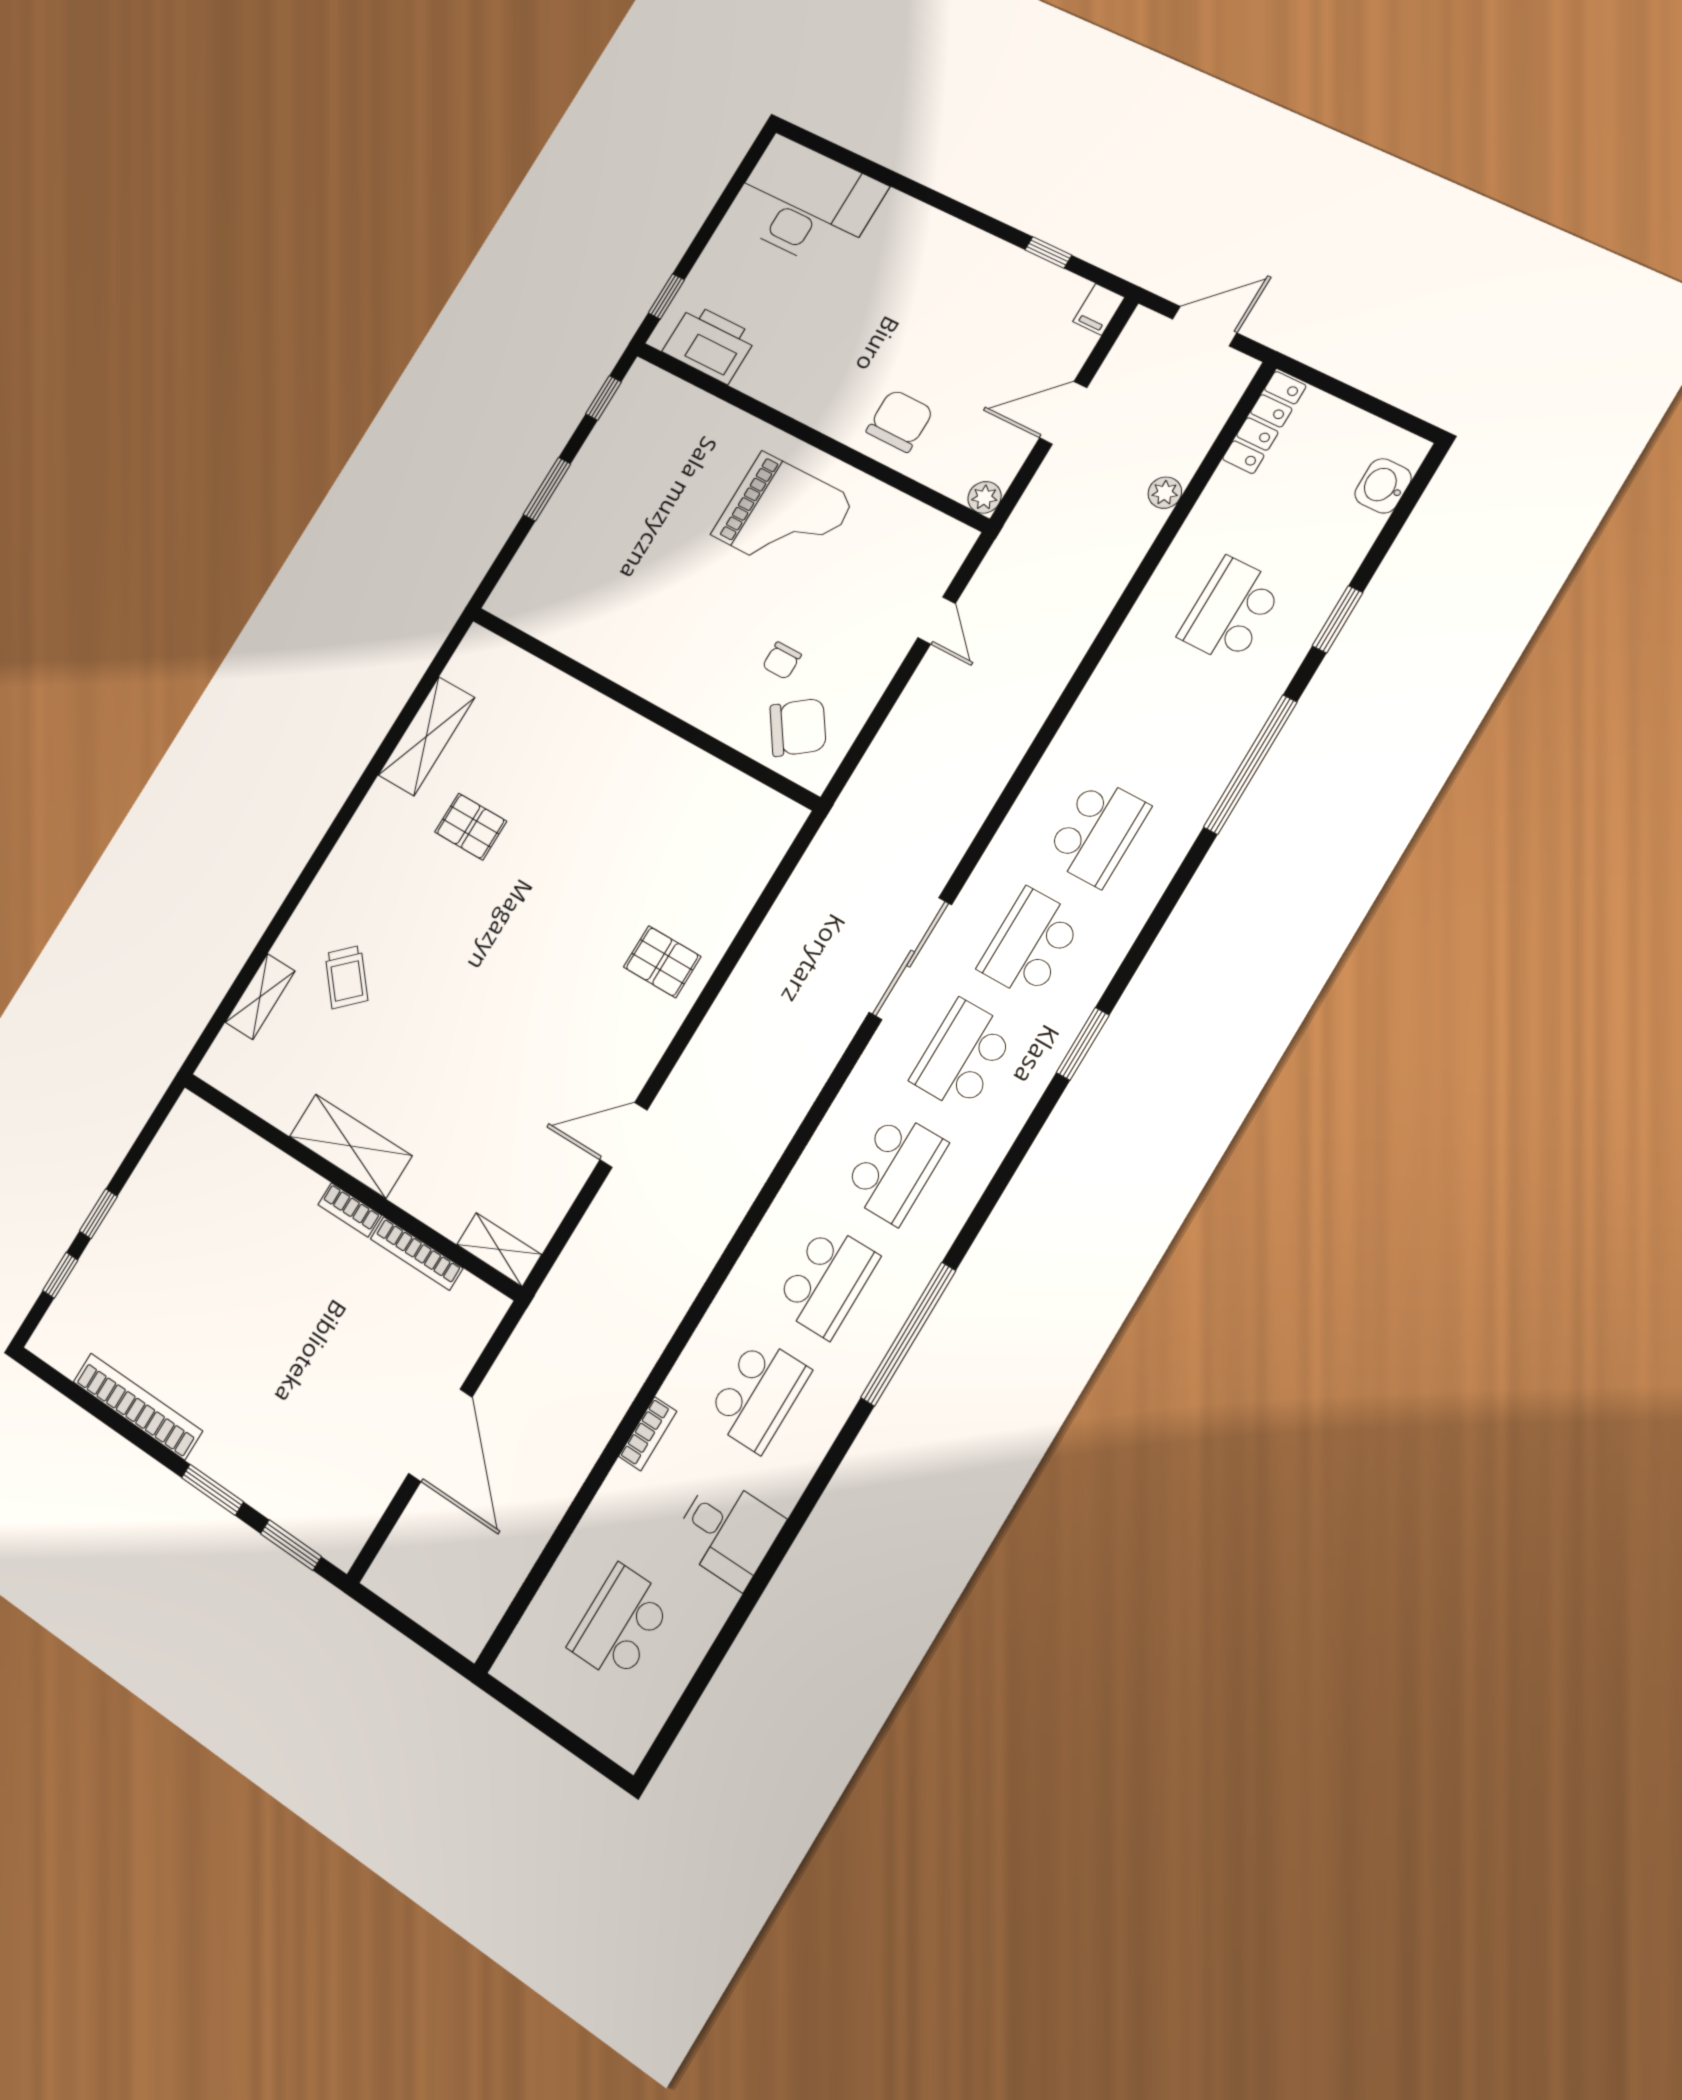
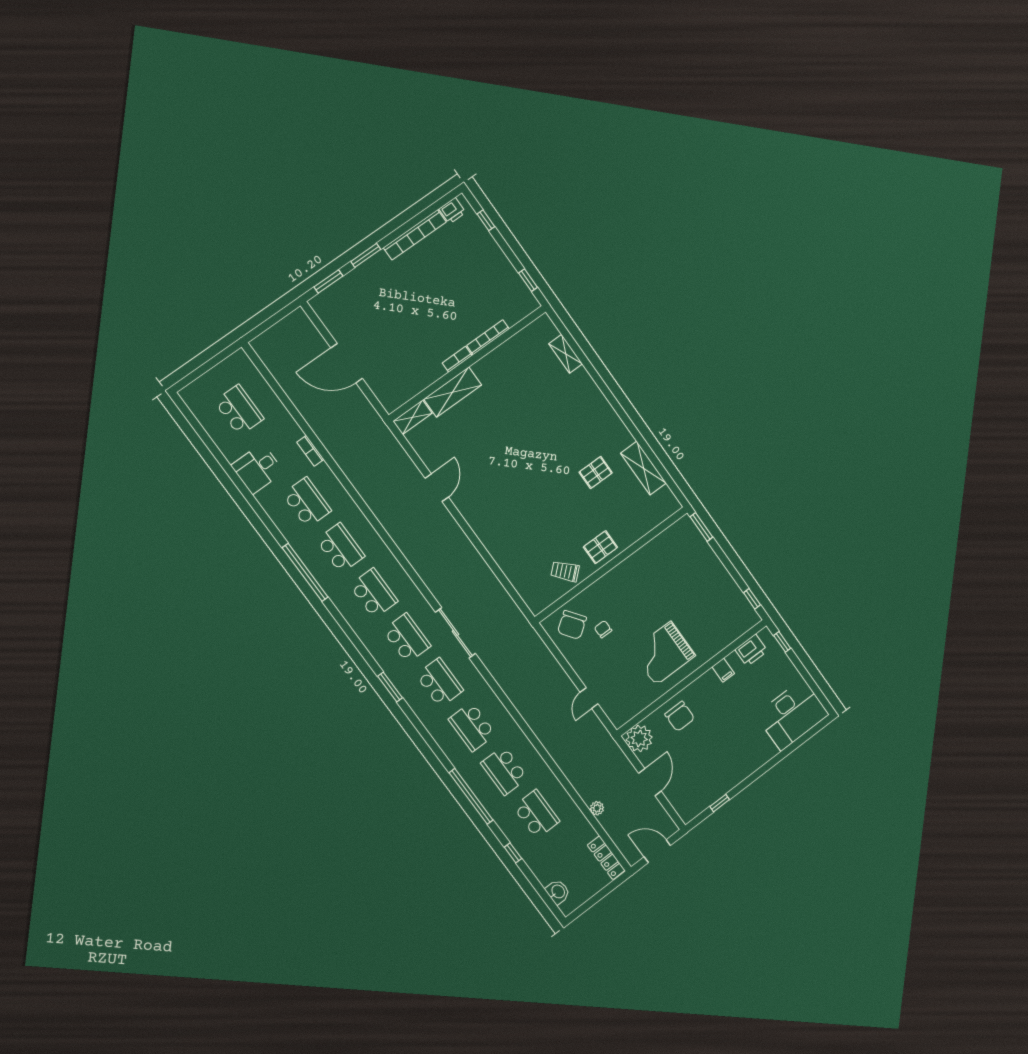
filing cabinet: (1099, 309) -> (723, 670), moved, turned 180
door: (1205, 326) -> (657, 851), swing flipped
printer: (710, 344) -> (751, 650), width x0.73, depth x0.84
window: (547, 489) -> (701, 527), moved
plant: (985, 497) -> (639, 738), width x1.88, depth x1.88
window: (1338, 619) -> (513, 853), width x0.67
door: (937, 621) -> (589, 698), hinge flipped
school desk: (1164, 721) -> (504, 771), added
pallet: (662, 962) -> (600, 547), moved
trolley: (346, 977) -> (565, 571), moved
shelving: (351, 1146) -> (453, 392), moved
school desk: (895, 1168) -> (374, 593), turned 180
window: (98, 1214) -> (528, 280), moved
bookcase: (417, 1253) -> (488, 337), moved
school desk: (827, 1281) -> (340, 548), turned 180
printer: (65, 1351) -> (452, 211), added
school desk: (758, 1395) -> (307, 502), turned 180

